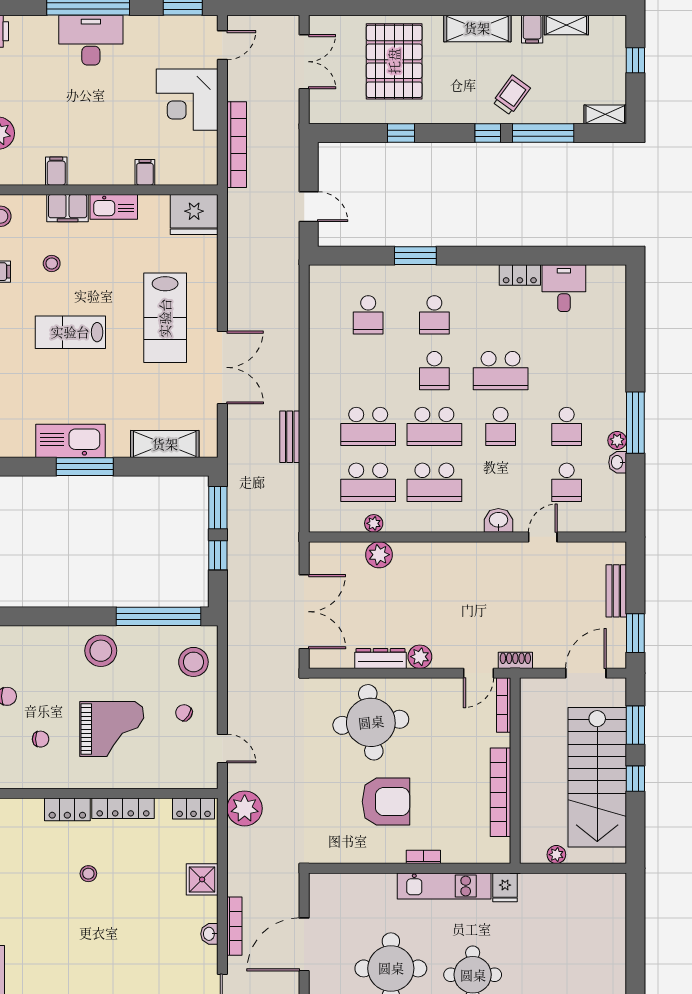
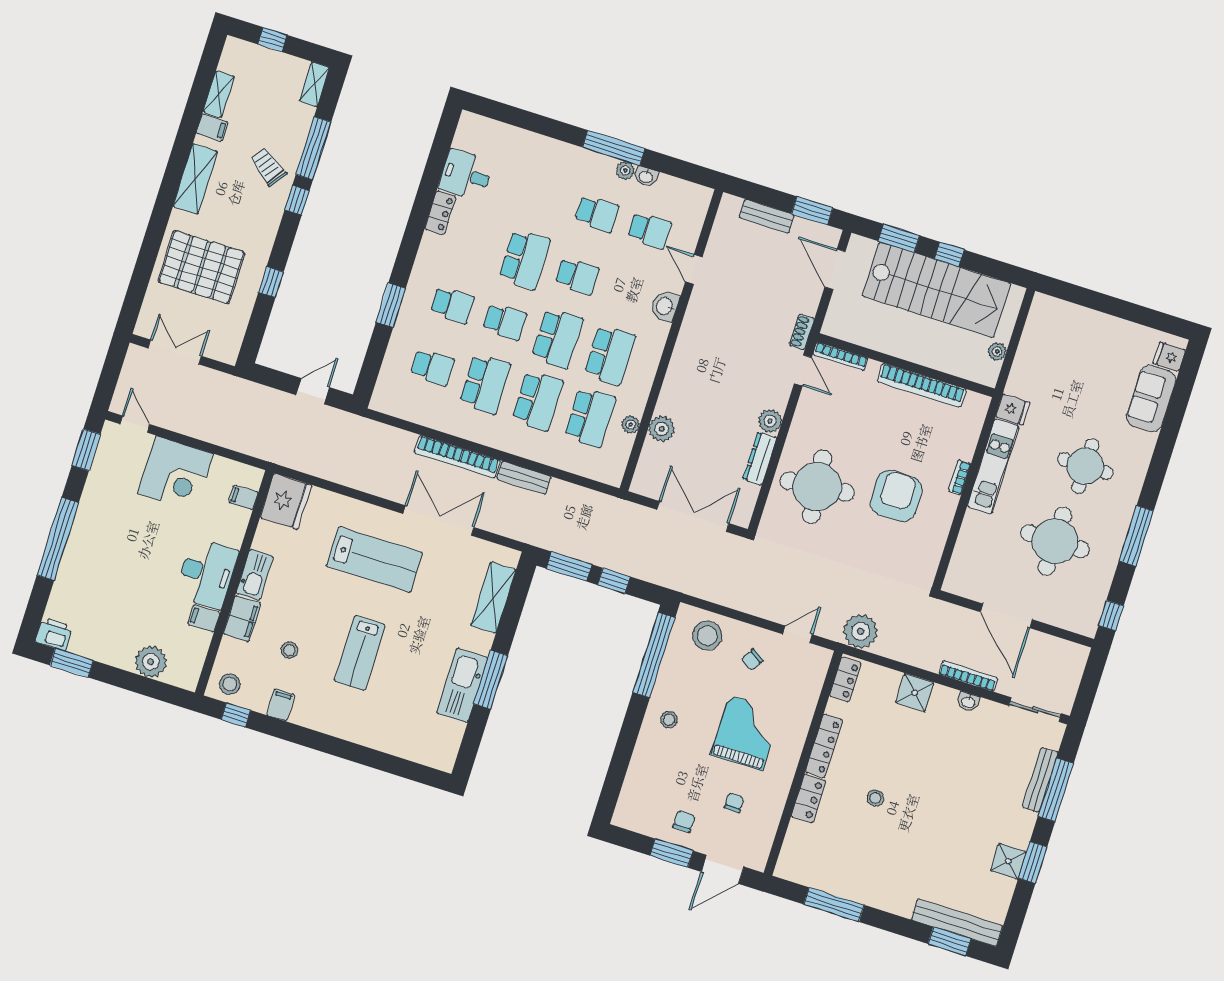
desk: (91, 40) -> (207, 573), moved, turned 180
bookcase: (237, 145) -> (457, 457), moved, turned 180
filing cabinet: (145, 172) -> (243, 497), moved
school desk: (368, 371) -> (485, 384), added
stool: (101, 651) -> (669, 720), width x0.53, depth x0.53

